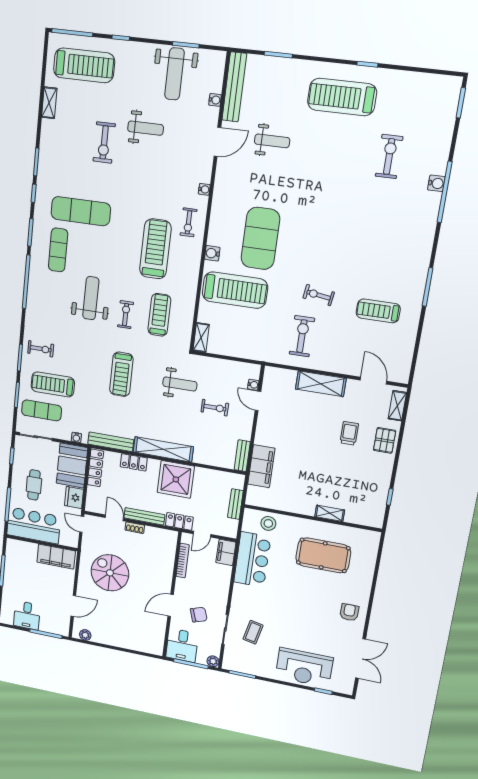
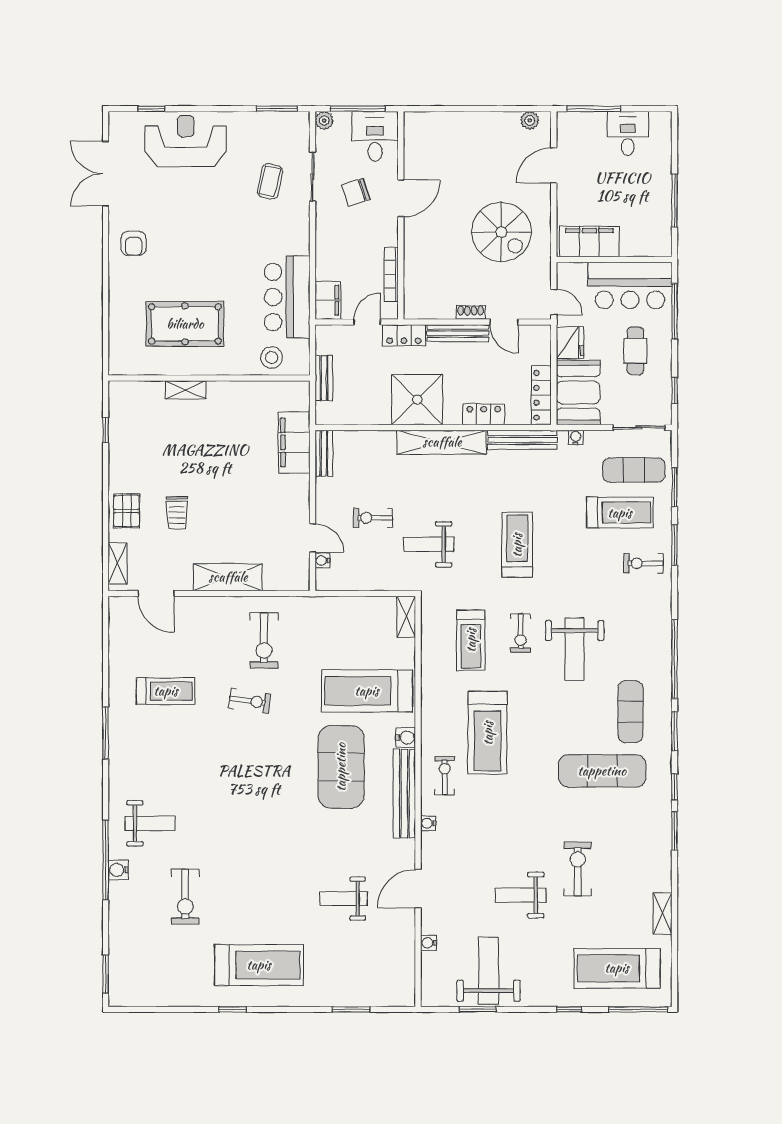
bench: (234, 87) -> (404, 794), moved
weight bench: (406, 216) -> (150, 823), added

